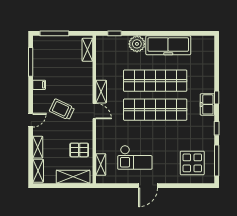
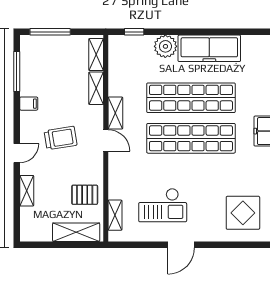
trolley: (62, 109) -> (61, 138), turned 146
shelving: (38, 171) -> (96, 88), moved

